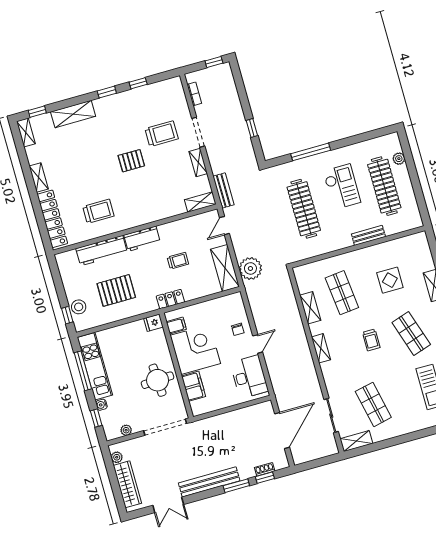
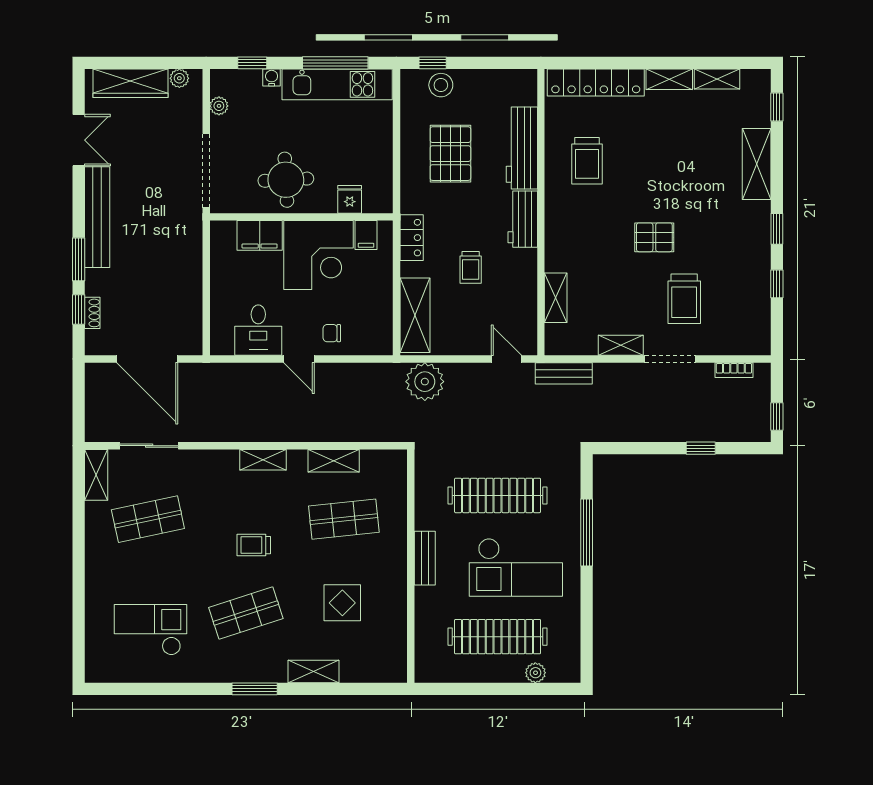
window: (252, 128) -> (701, 448), moved
shelving: (26, 132) -> (717, 79), moved
pallet: (131, 161) -> (654, 237), turned 90
checkout: (342, 187) -> (516, 567), width x1.36, depth x1.21
shelving: (200, 202) -> (556, 298), moved
bench: (368, 235) -> (425, 558), moved
shelving: (225, 268) -> (415, 315), moved, turned 90
fridge: (153, 323) -> (350, 199), moved
desk: (249, 377) -> (258, 330), width x0.73
double door: (168, 505) -> (79, 140), swing flipped

